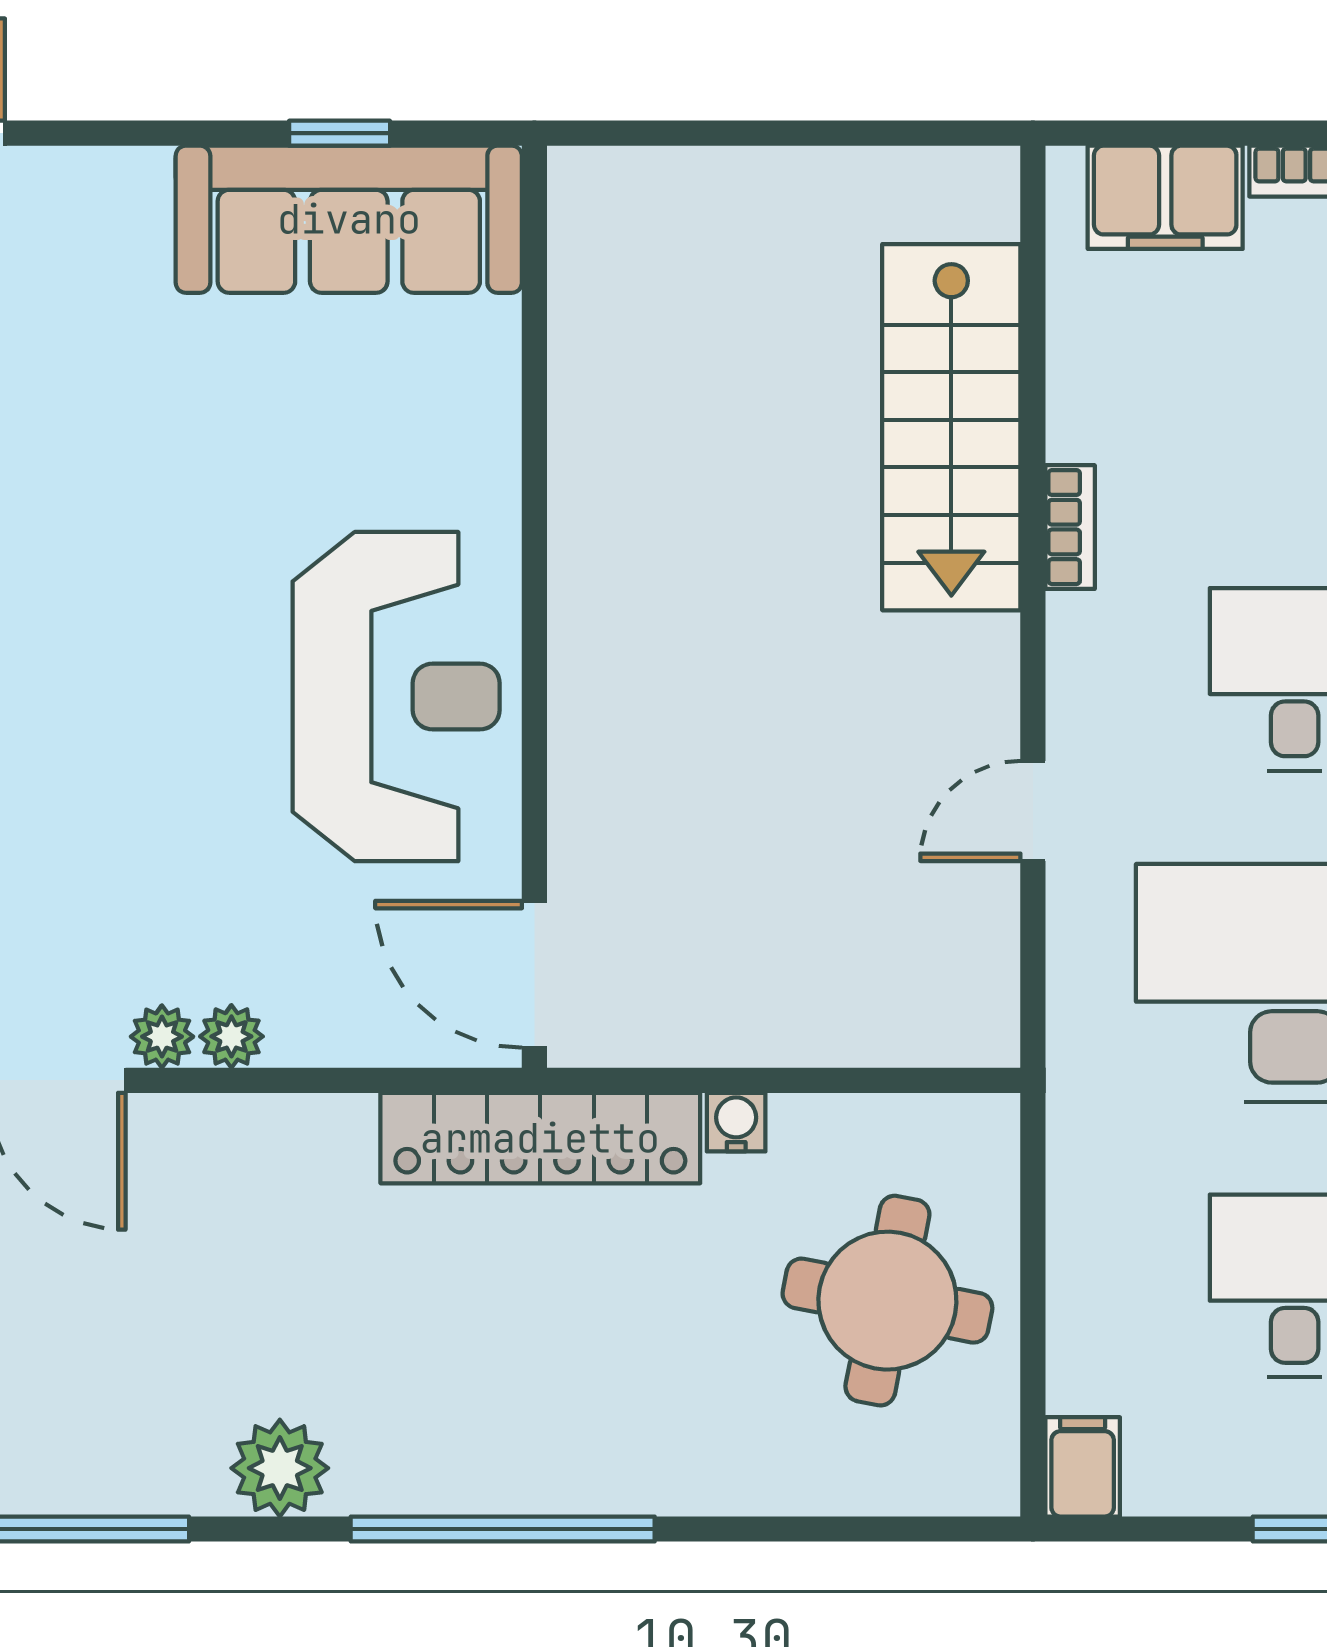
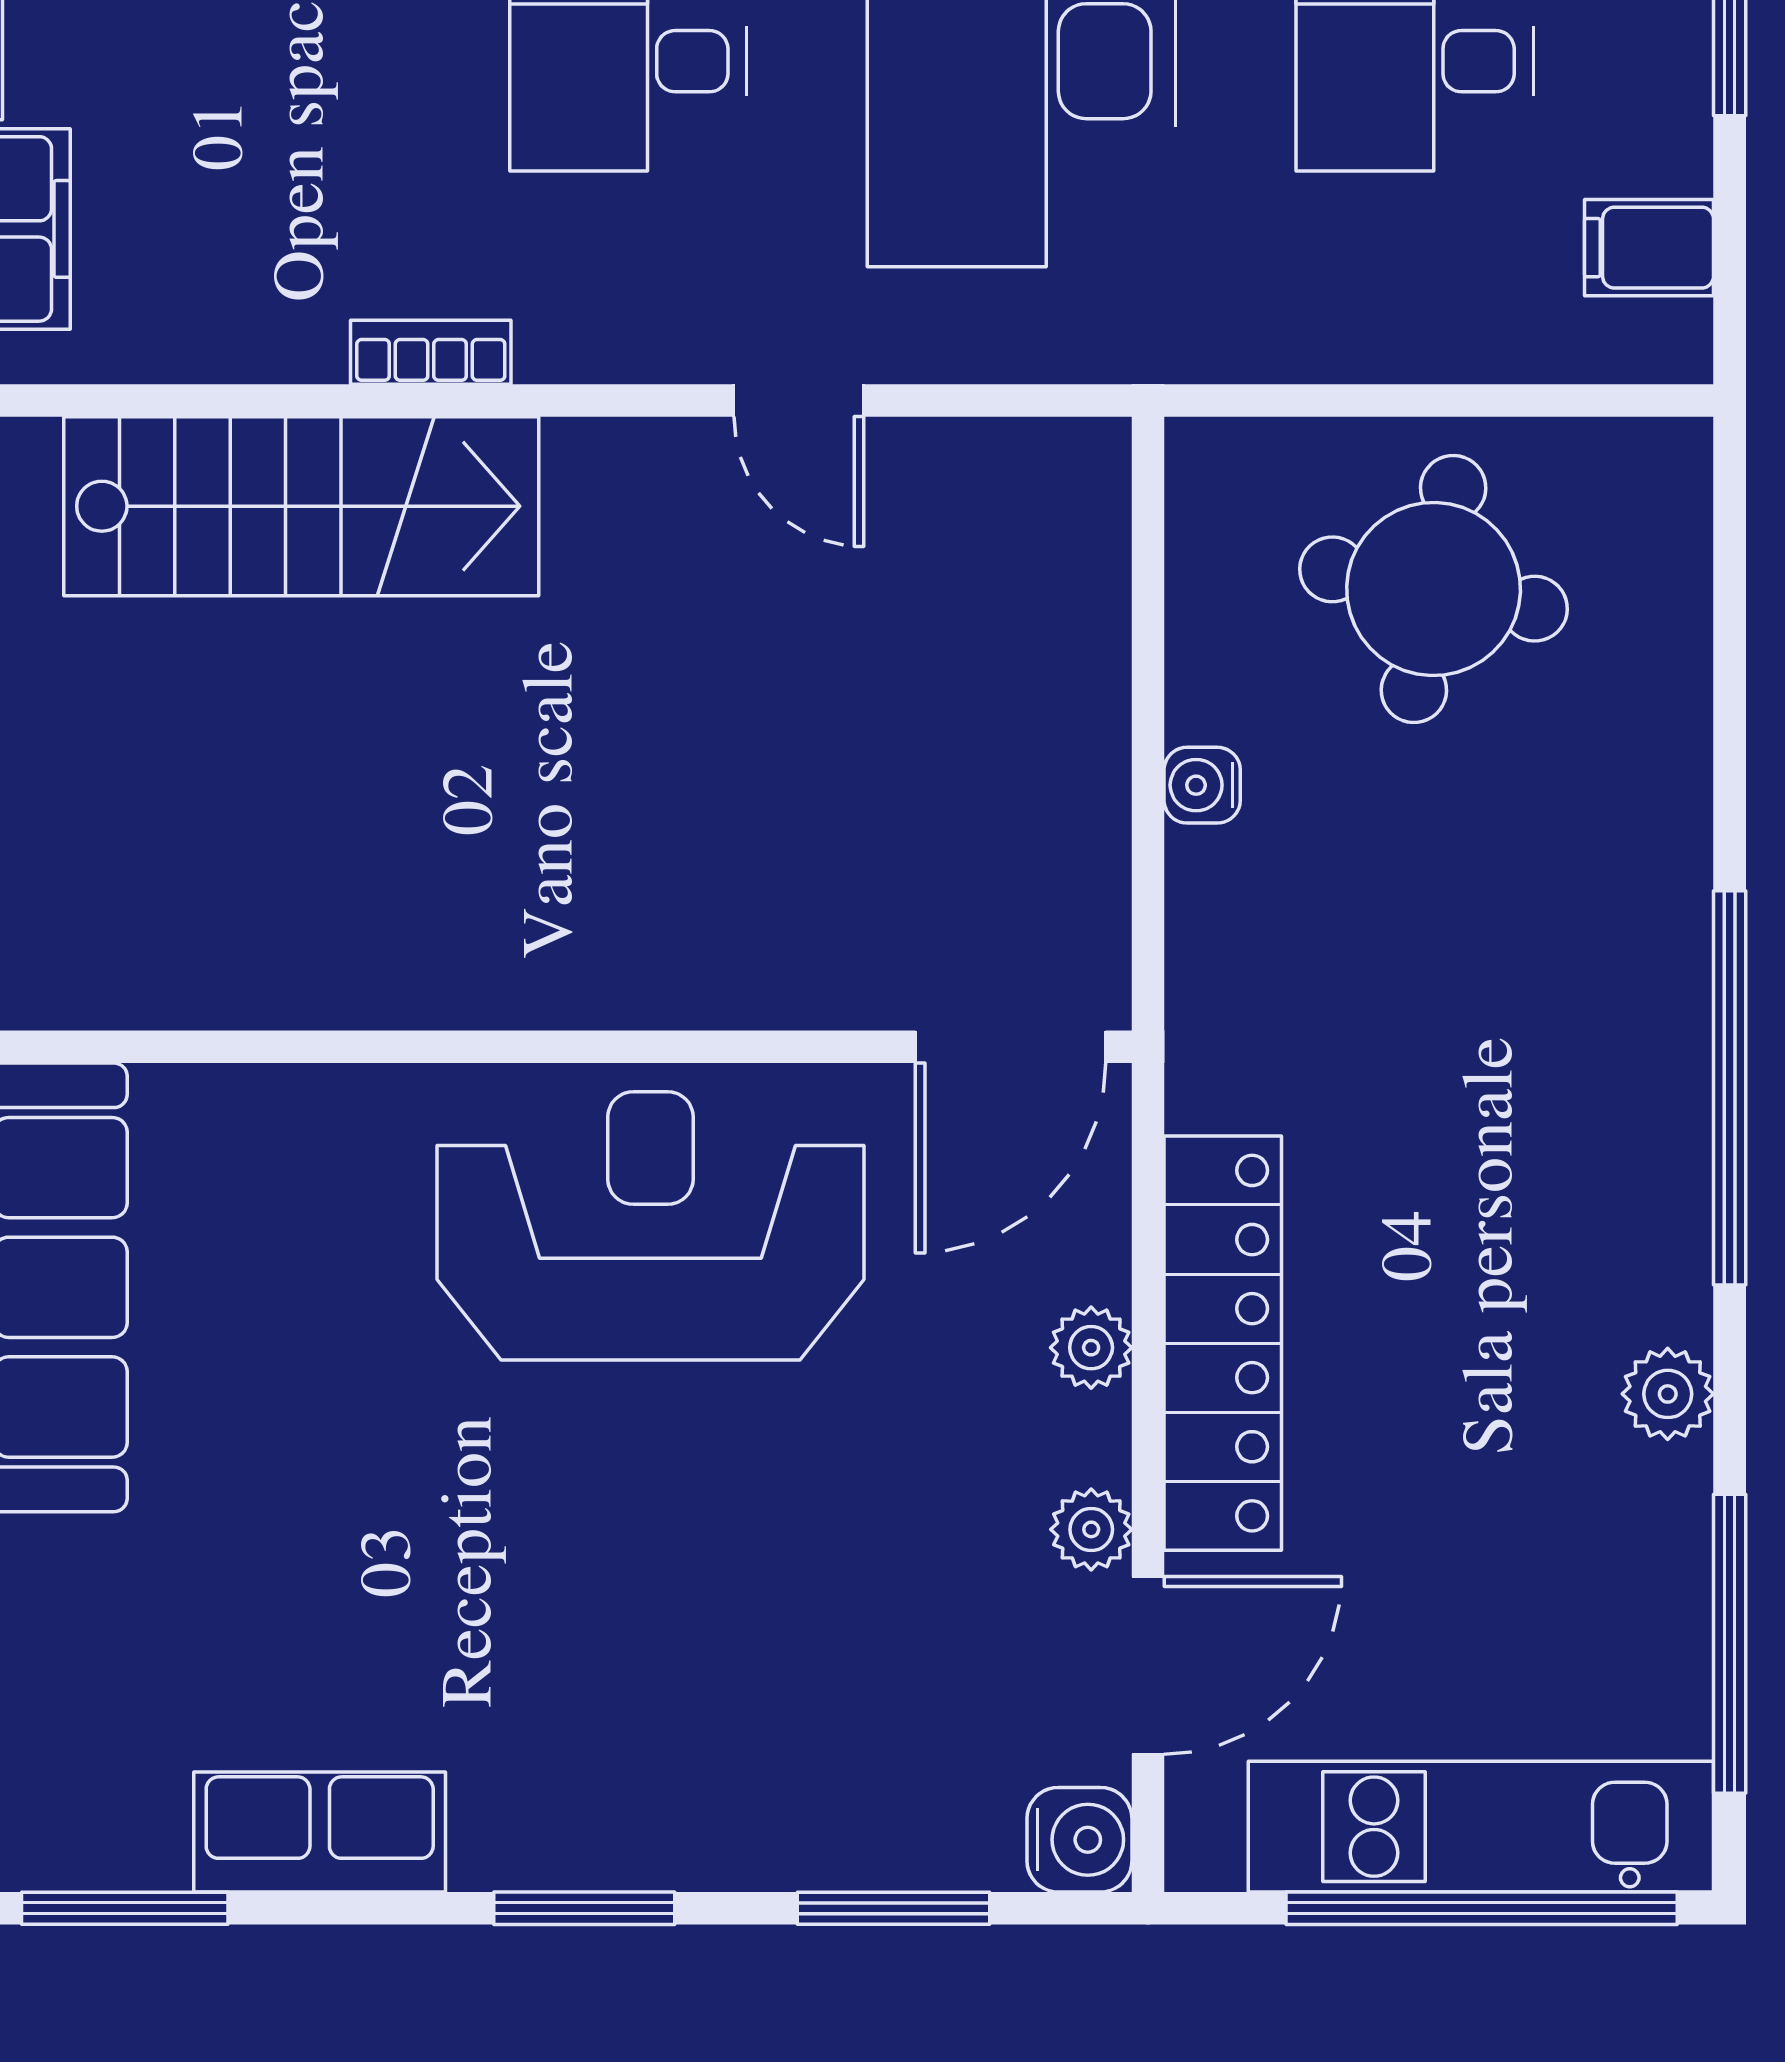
plant: (231, 1036) -> (1091, 1348), moved
locker: (540, 1138) -> (1223, 1343), moved
filing cabinet: (1083, 1467) -> (1649, 248), moved
plant: (280, 1468) -> (1668, 1394), width x0.73, depth x0.73

